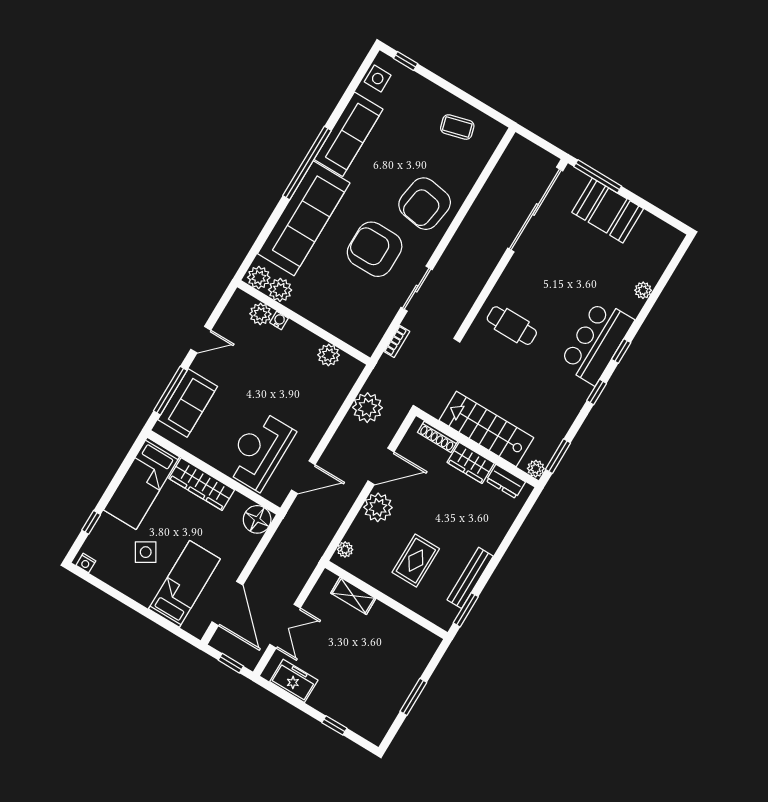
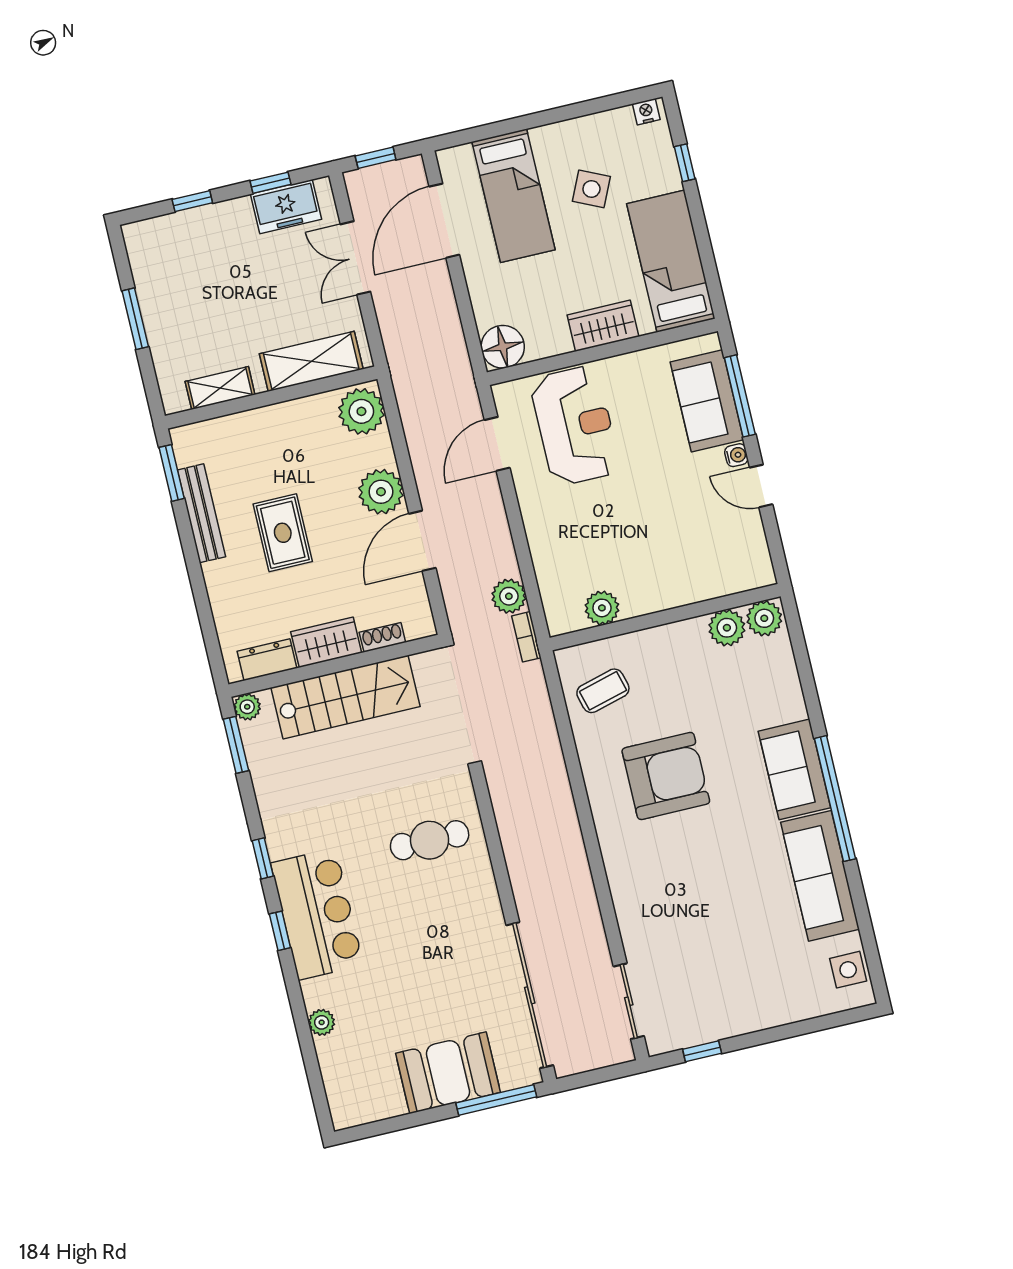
window: (406, 61) -> (702, 1051), moved
coffee table: (457, 127) -> (603, 691), moved
armchair: (425, 204) -> (660, 881), removed
sofa: (304, 218) -> (794, 769), width x0.54, depth x0.79
sliding door: (417, 289) -> (629, 1001), moved
plant: (260, 314) -> (723, 580), removed
water cooler: (279, 320) -> (736, 455), moved, turned -90
door: (201, 340) -> (761, 486), hinge flipped
bookcase: (397, 341) -> (526, 637), moved
plant: (367, 408) -> (509, 596), width x0.73, depth x0.73
shoe rack: (438, 437) -> (382, 637), width x0.70
wardrobe: (202, 484) -> (603, 326), width x0.67
plant: (345, 549) -> (361, 411), width x1.88, depth x1.88
side table: (146, 552) -> (591, 189), turned -34
rug: (416, 561) -> (283, 533), moved
shelving: (353, 596) -> (311, 361), width x1.50, depth x1.33
door: (227, 603) -> (444, 221), hinge flipped
shelving: (405, 627) -> (220, 388), added
window: (290, 699) -> (270, 183), added

